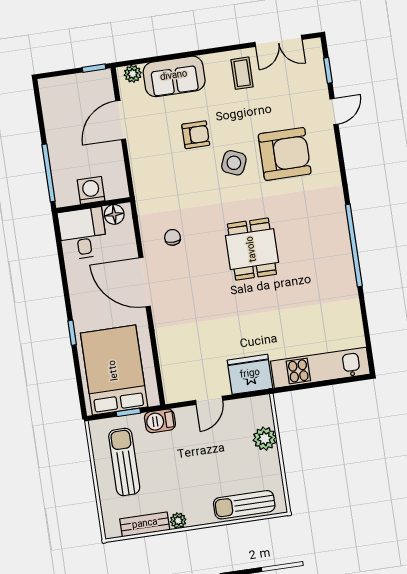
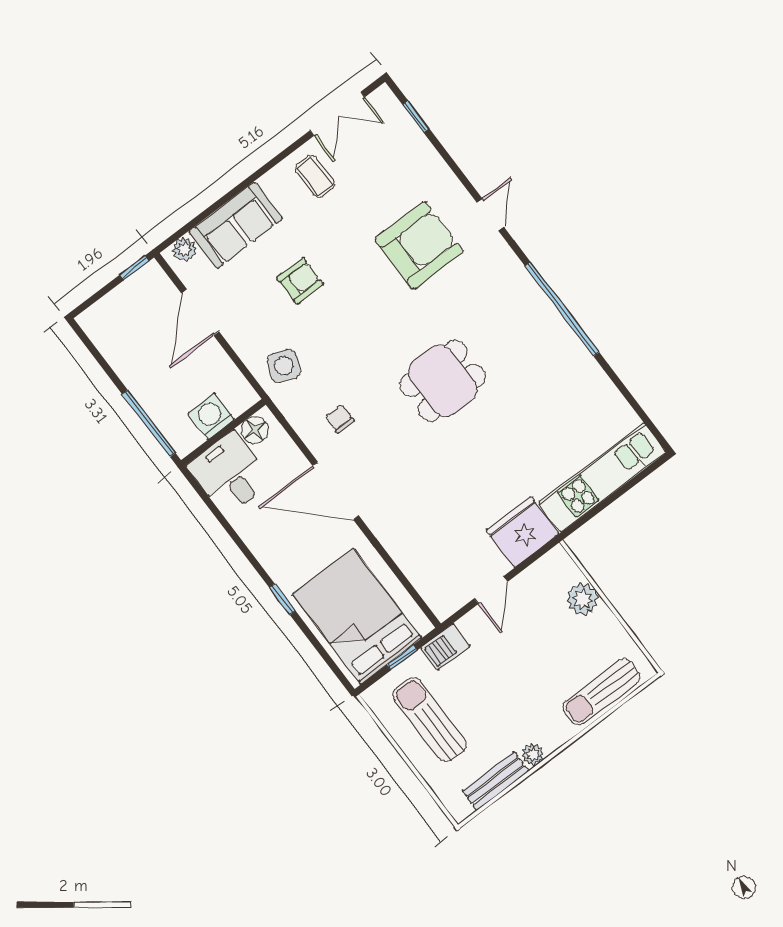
door: (334, 112) -> (490, 215), moved
side table: (234, 163) -> (284, 366), moved
dining table: (252, 249) -> (443, 381), turned 90

